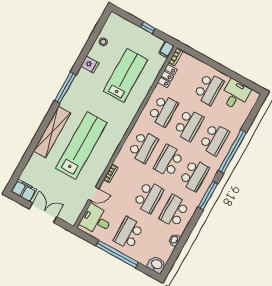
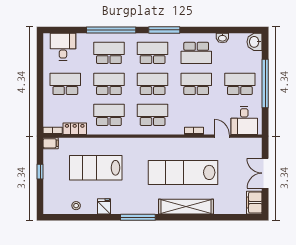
desk: (235, 94) -> (63, 47), moved, turned 90
school desk: (169, 161) -> (153, 84), turned 180
school desk: (128, 233) -> (240, 84), turned 180

